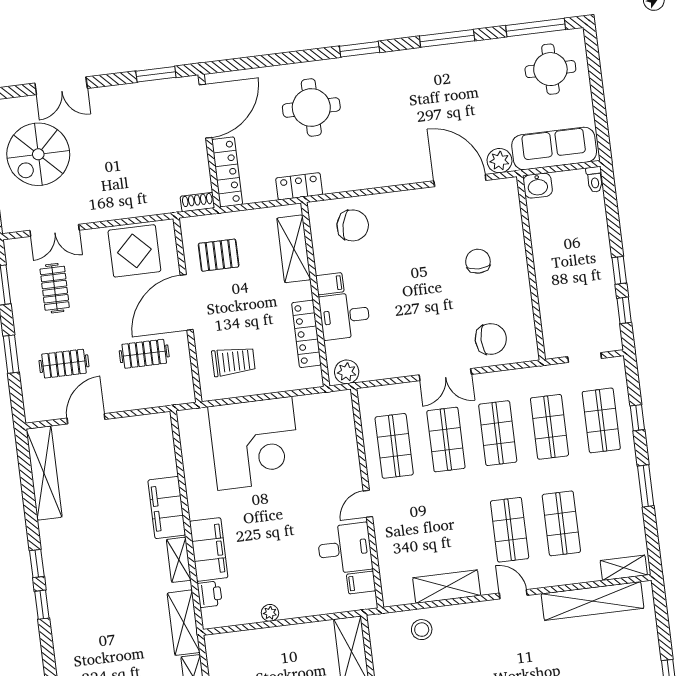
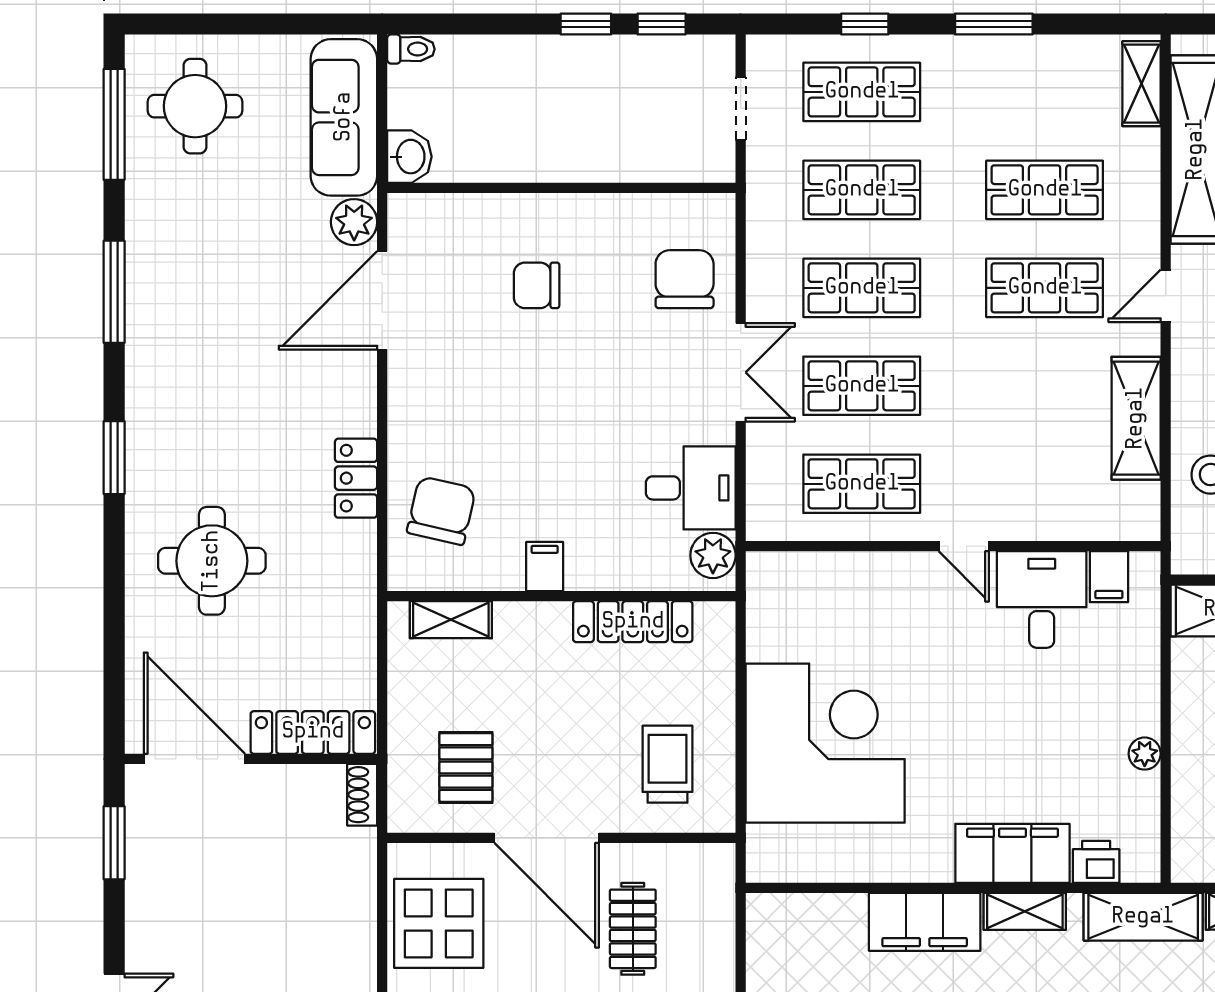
locker: (299, 186) -> (356, 478), moved
shelving: (294, 249) -> (451, 620), width x0.67, depth x0.75
desk: (345, 316) -> (691, 488), moved, turned -90

